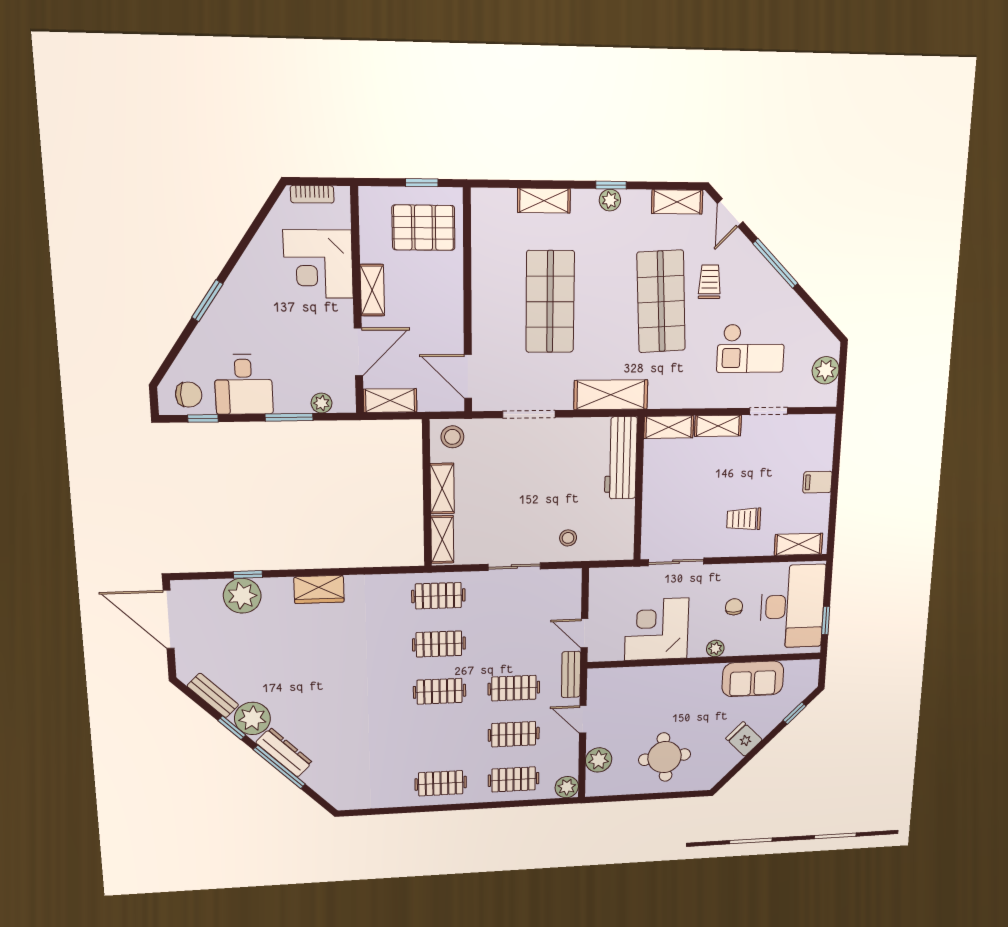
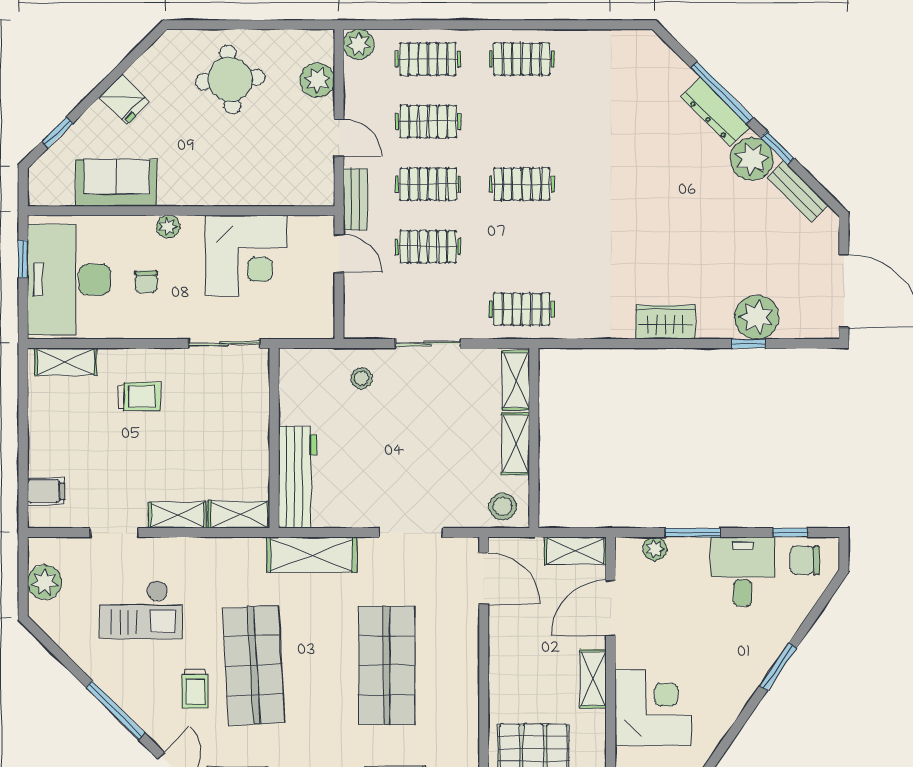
checkout: (751, 348) -> (141, 610), turned 180
filing cabinet: (817, 482) -> (46, 491), moved
clothes rail: (439, 644) -> (428, 247), moved

